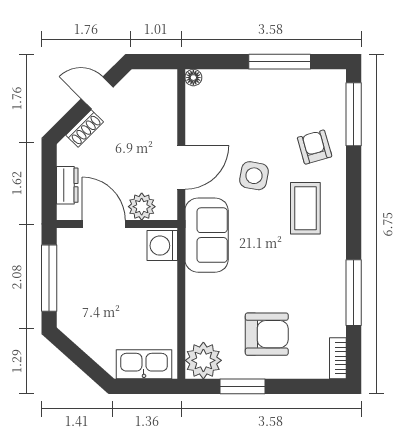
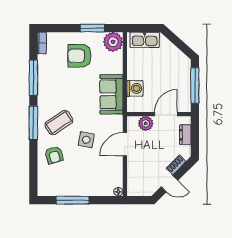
window: (354, 114) -> (33, 123), moved
coffee table: (305, 208) -> (59, 122), turned 56
door: (104, 224) -> (166, 114), swing flipped
sofa: (207, 235) -> (111, 94), moved
washing machine: (162, 246) -> (135, 88), moved

